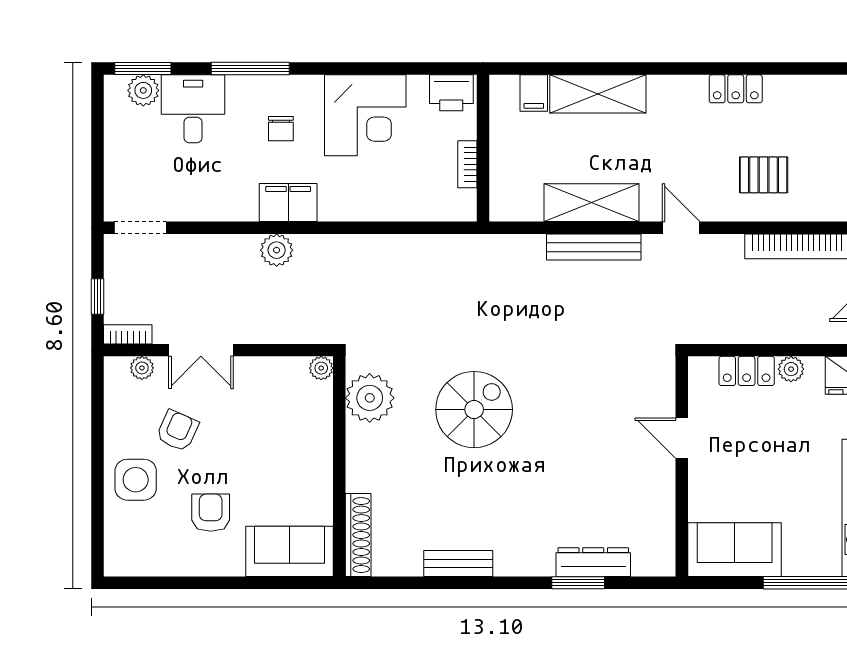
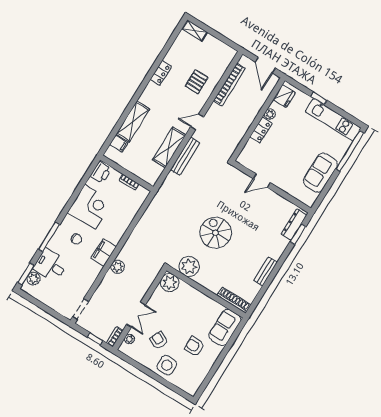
plant: (321, 368) -> (170, 283), width x1.88, depth x1.88
door: (682, 438) -> (262, 181), moved
wall: (682, 466) -> (272, 187), moved

